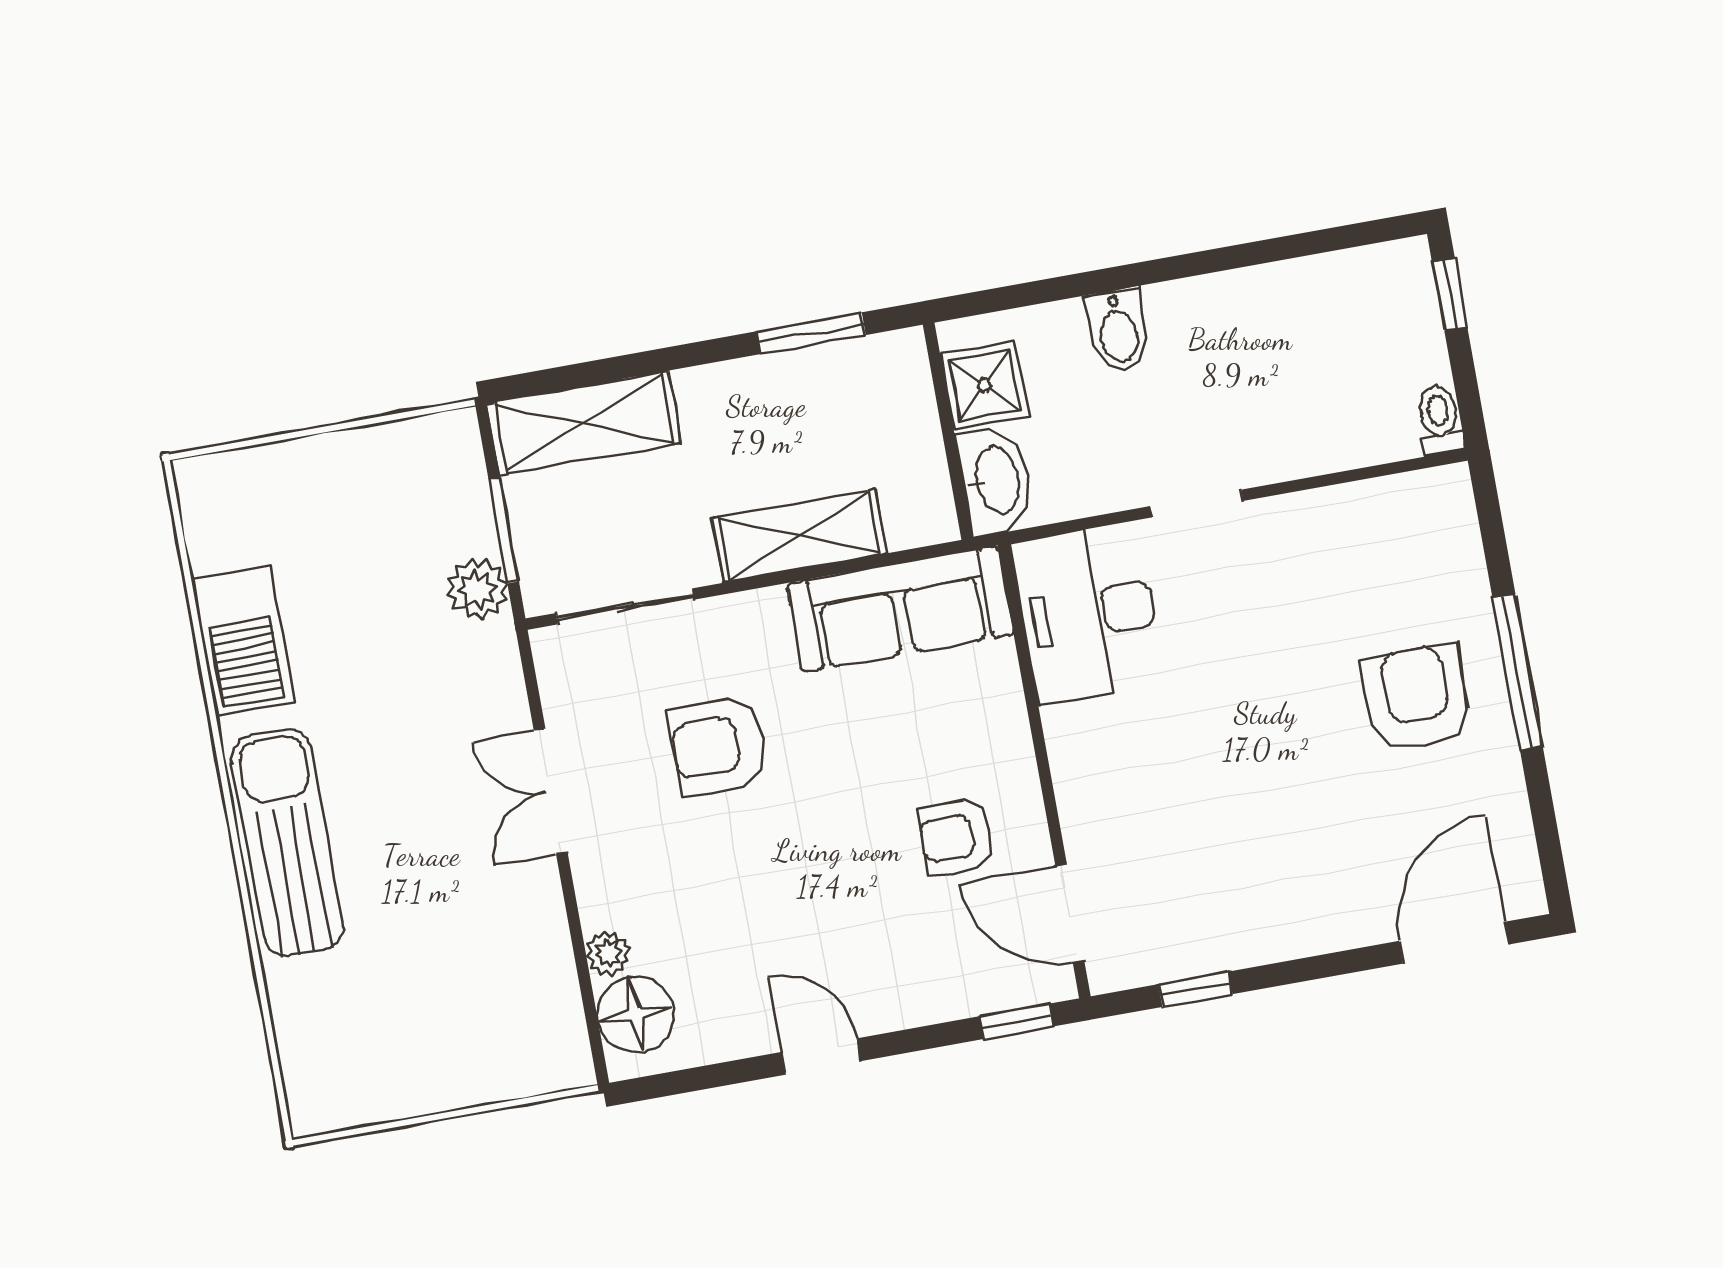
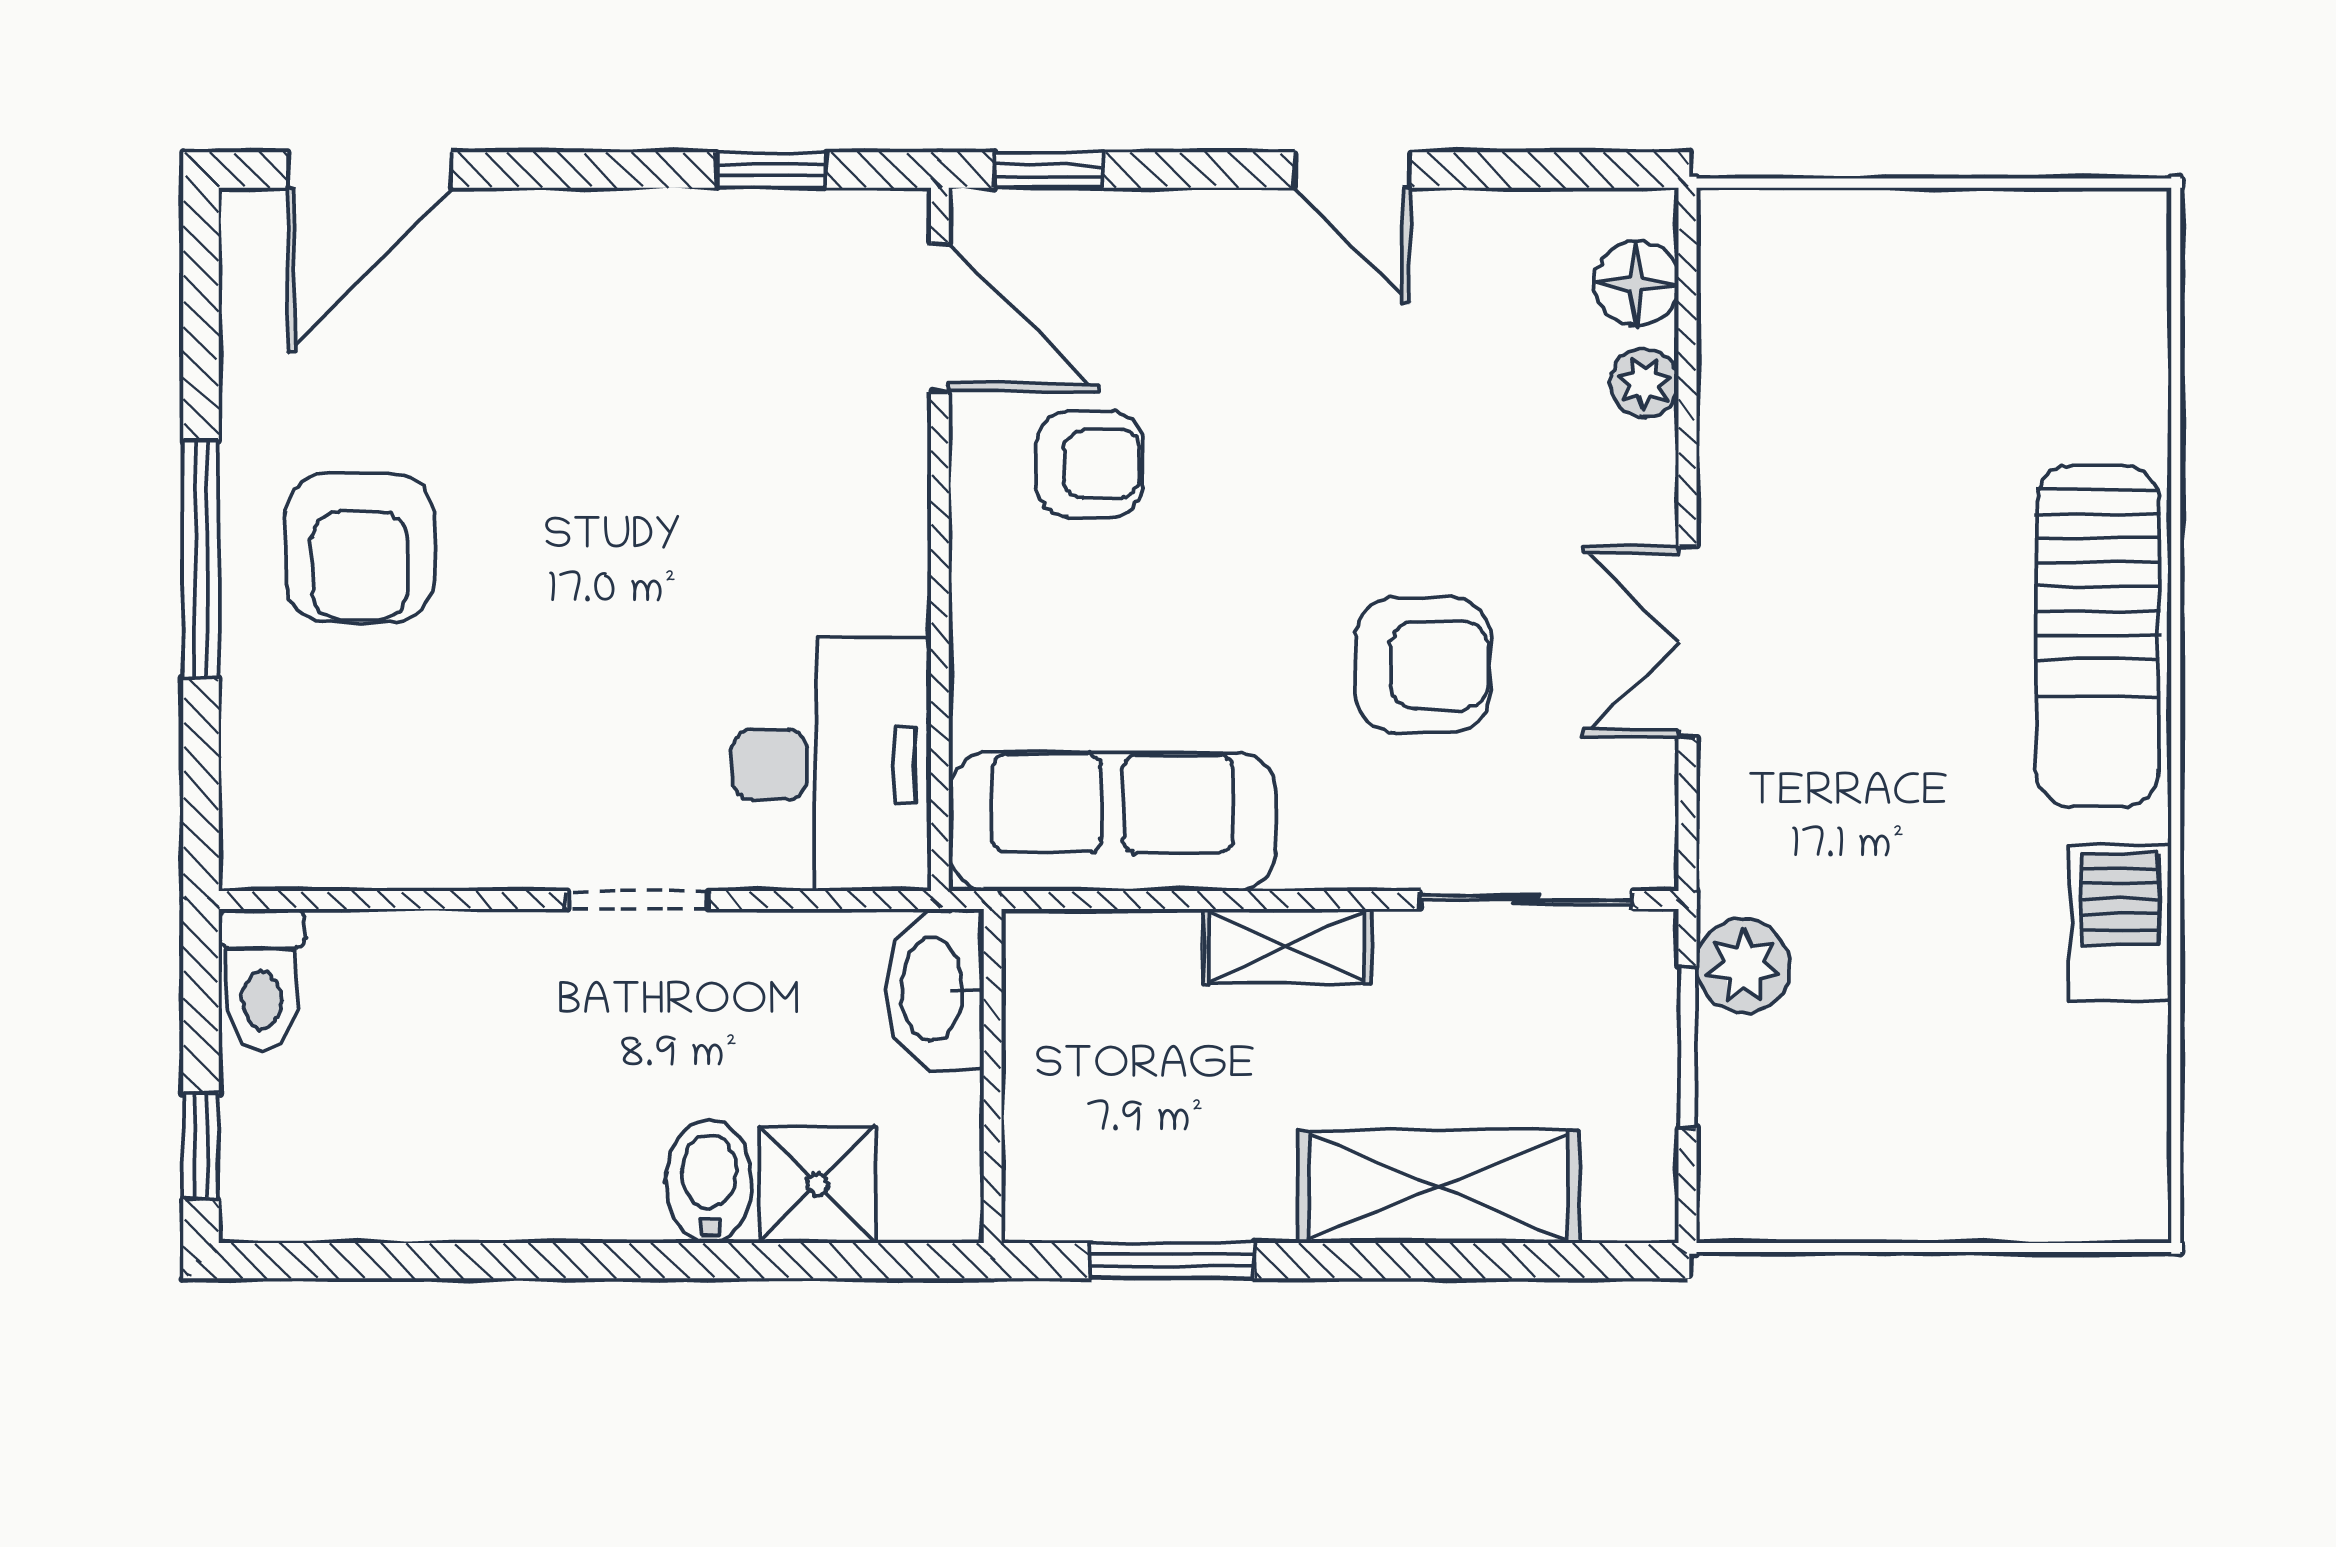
shower: (984, 385) -> (818, 1184), moved
toilet: (1440, 420) -> (262, 980), width x1.37, depth x1.39
shelving: (584, 423) -> (1438, 1187), moved
shelving: (799, 536) -> (1287, 947), width x0.67, depth x0.75
barbecue: (243, 641) -> (2120, 922), width x0.73, depth x0.83
double door: (551, 791) -> (1687, 642), swing flipped
floor lamp: (635, 1015) -> (1636, 283), width x0.73, depth x0.73

